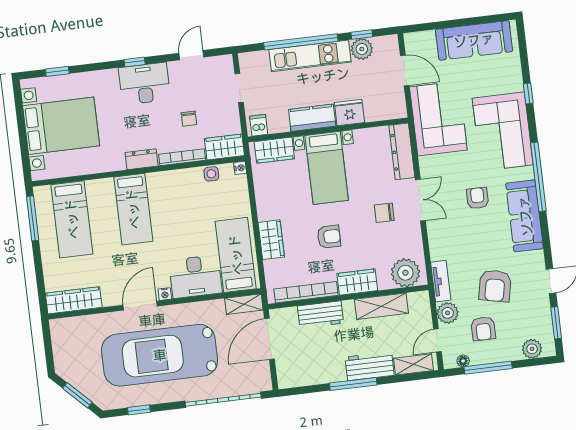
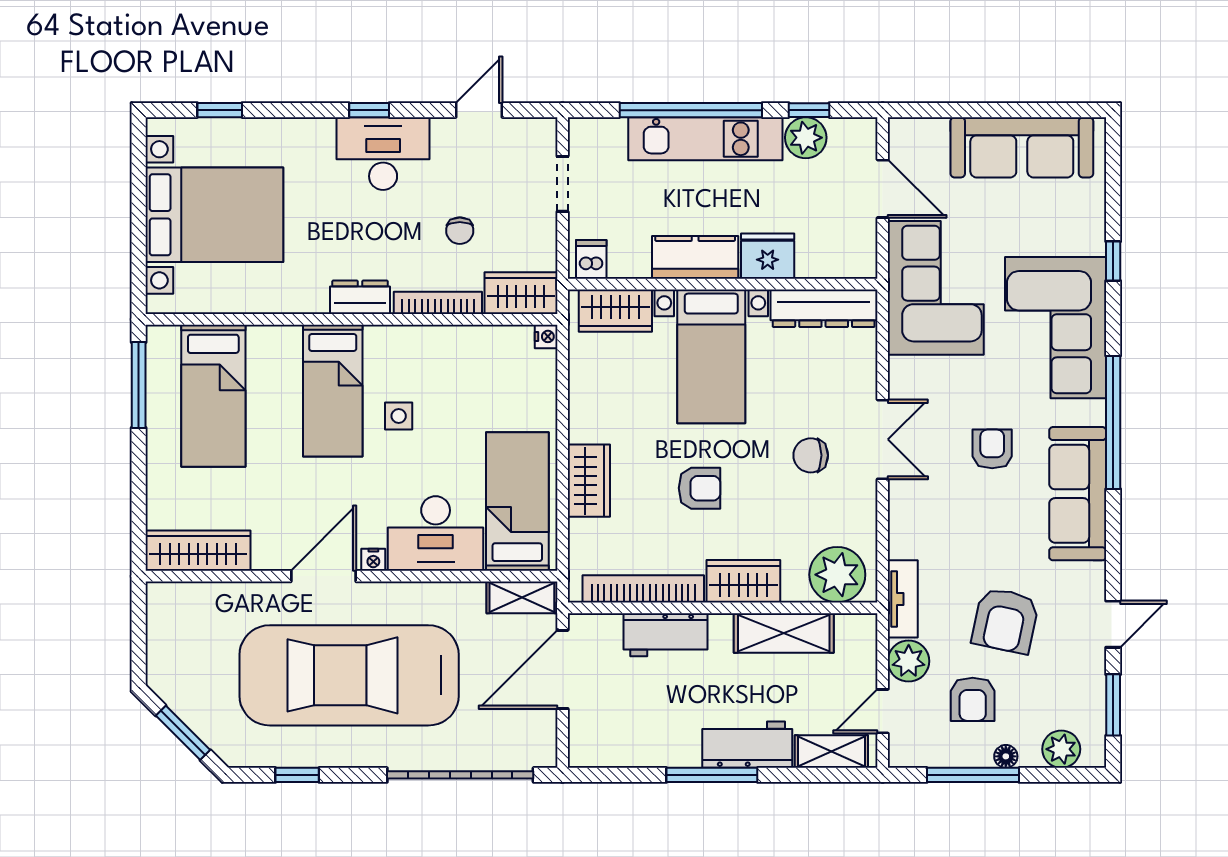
dresser: (402, 151) -> (824, 308), moved, turned -90
side table: (211, 174) -> (399, 416), moved
floor lamp: (463, 361) -> (1006, 756), moved

